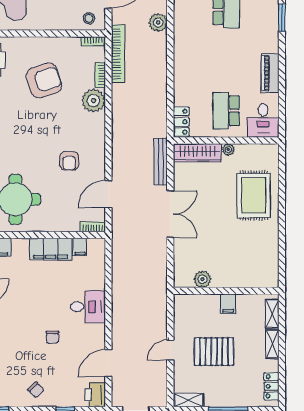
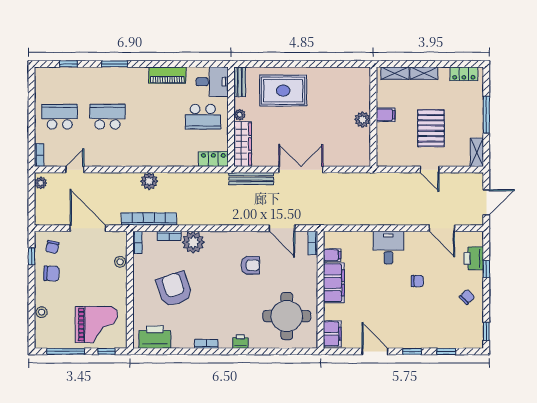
stool: (89, 18) -> (120, 262), moved
plant: (158, 23) -> (149, 181), moved
bench: (263, 150) -> (240, 82), added
plant: (203, 279) -> (362, 120), moved
printer: (95, 395) -> (474, 258), moved, turned 90

